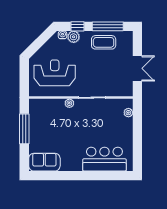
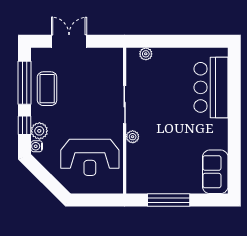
double door: (137, 68) -> (69, 41), moved
reception desk: (55, 73) -> (90, 157), turned -90

